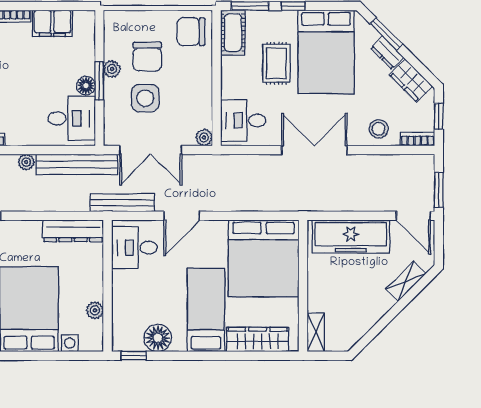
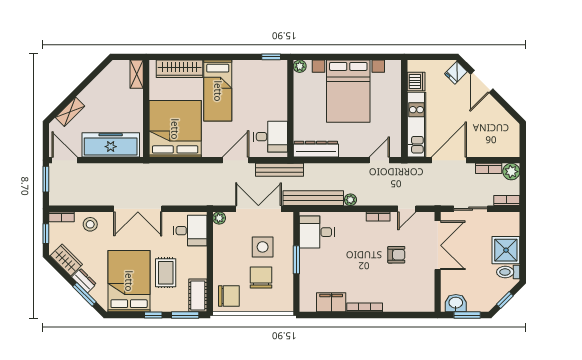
plant: (112, 69) -> (287, 269), removed
floor lamp: (86, 86) -> (306, 256), removed
plant: (95, 310) -> (300, 66), moved
floor lamp: (158, 338) -> (253, 70), removed

